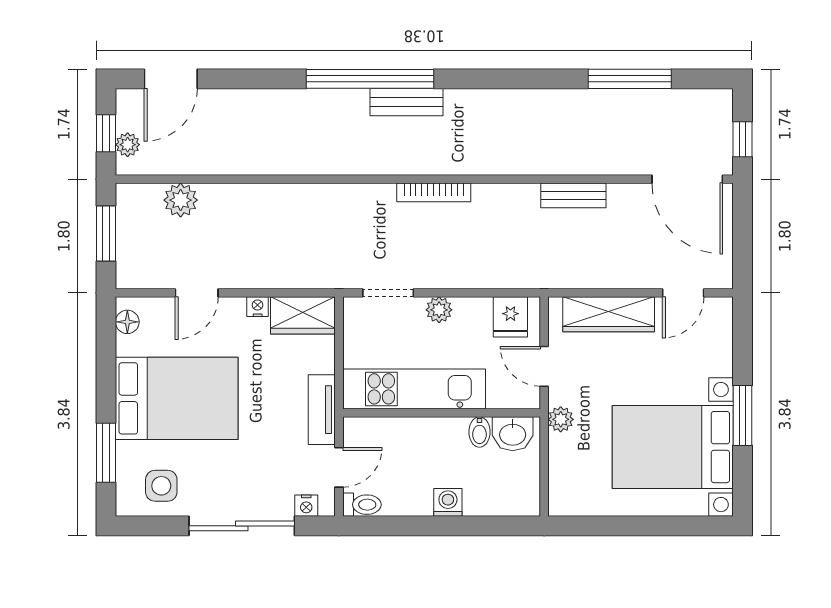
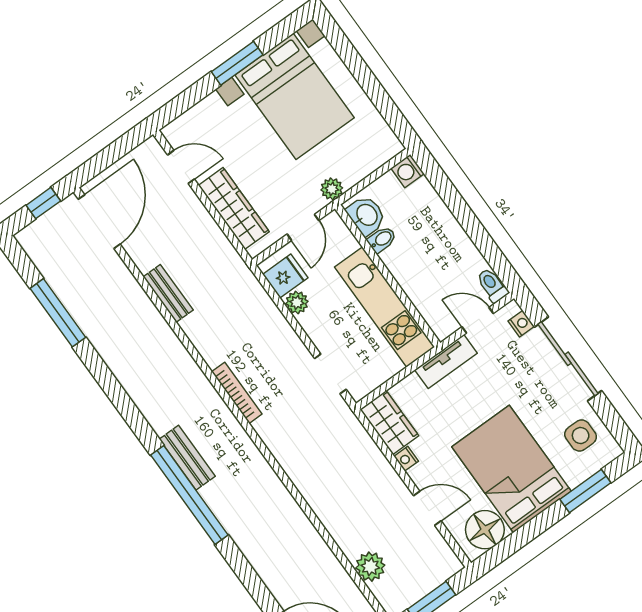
plant: (439, 310) -> (297, 302), moved
floor lamp: (127, 322) -> (485, 530), width x1.89, depth x1.89
washing machine: (448, 502) -> (407, 171), moved

